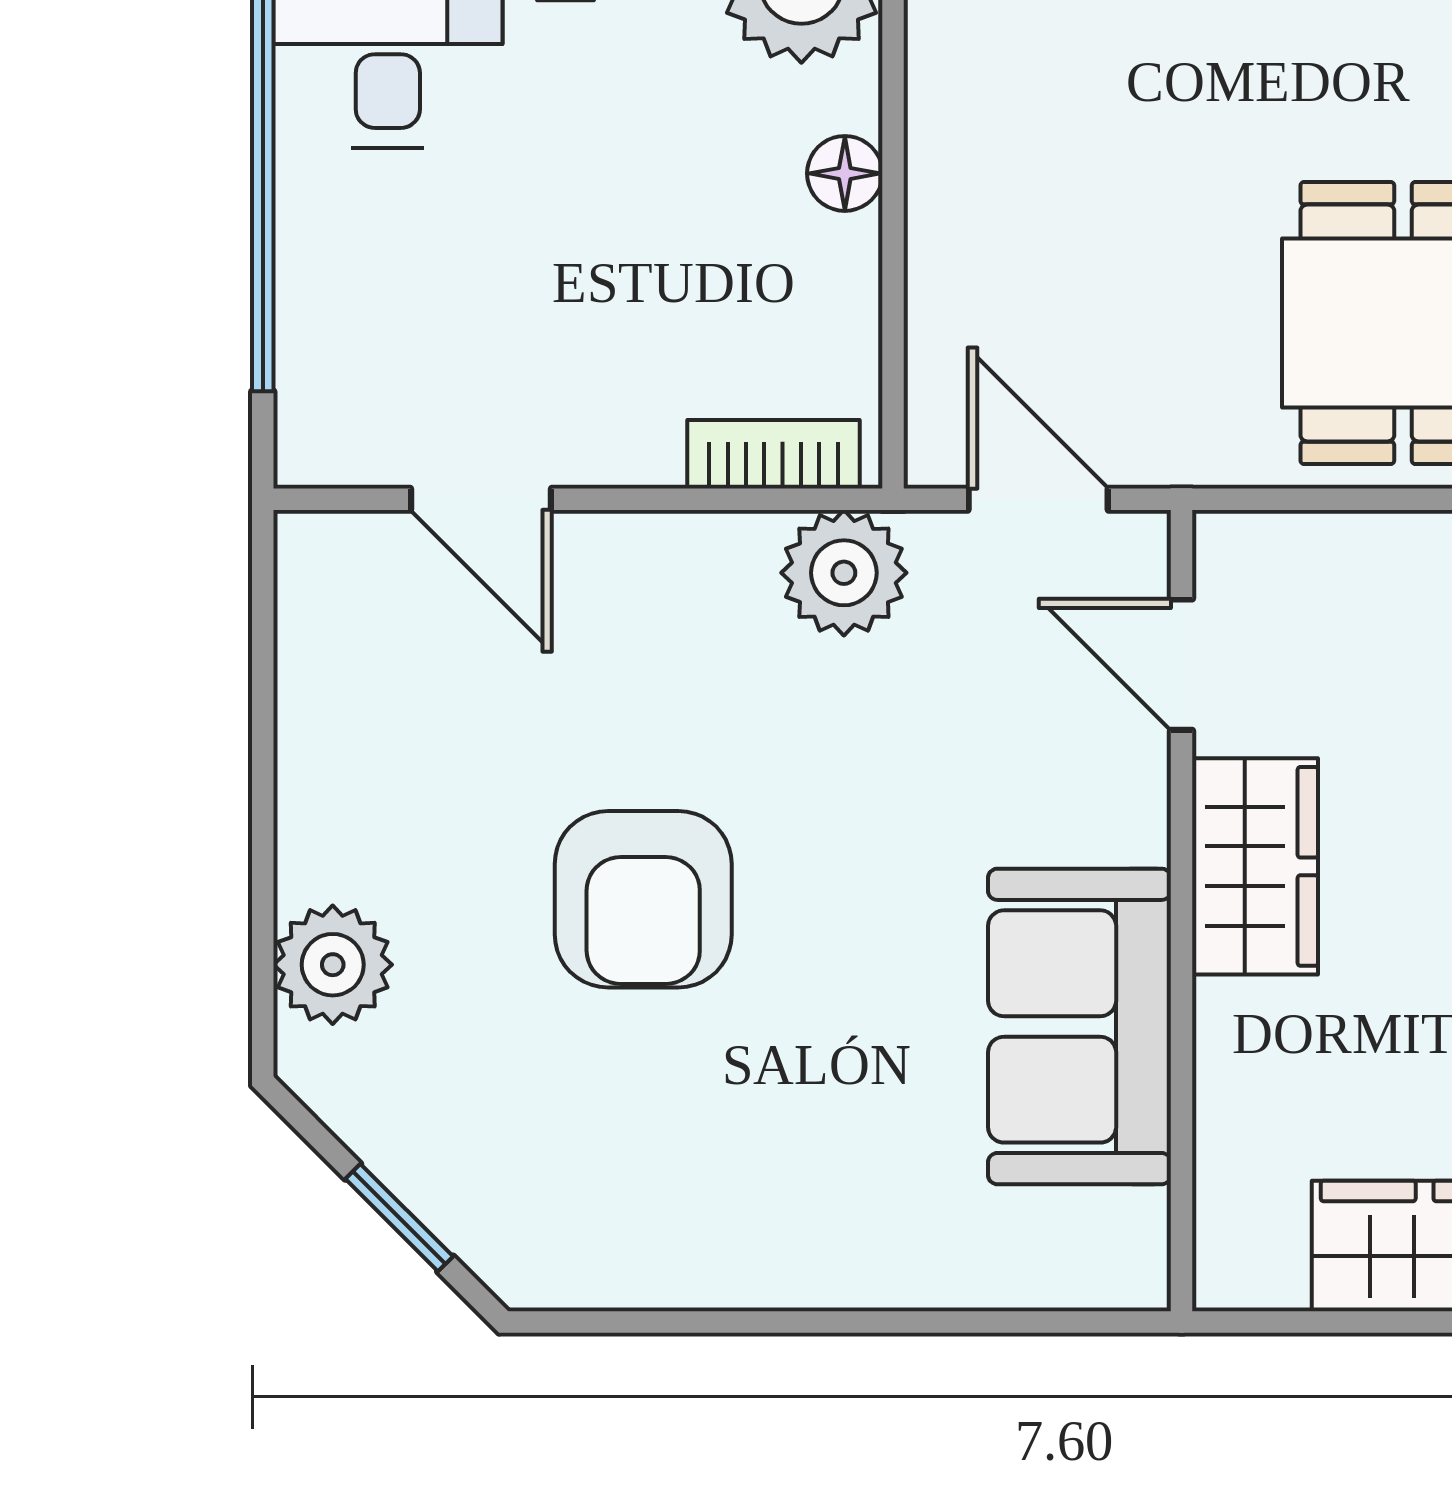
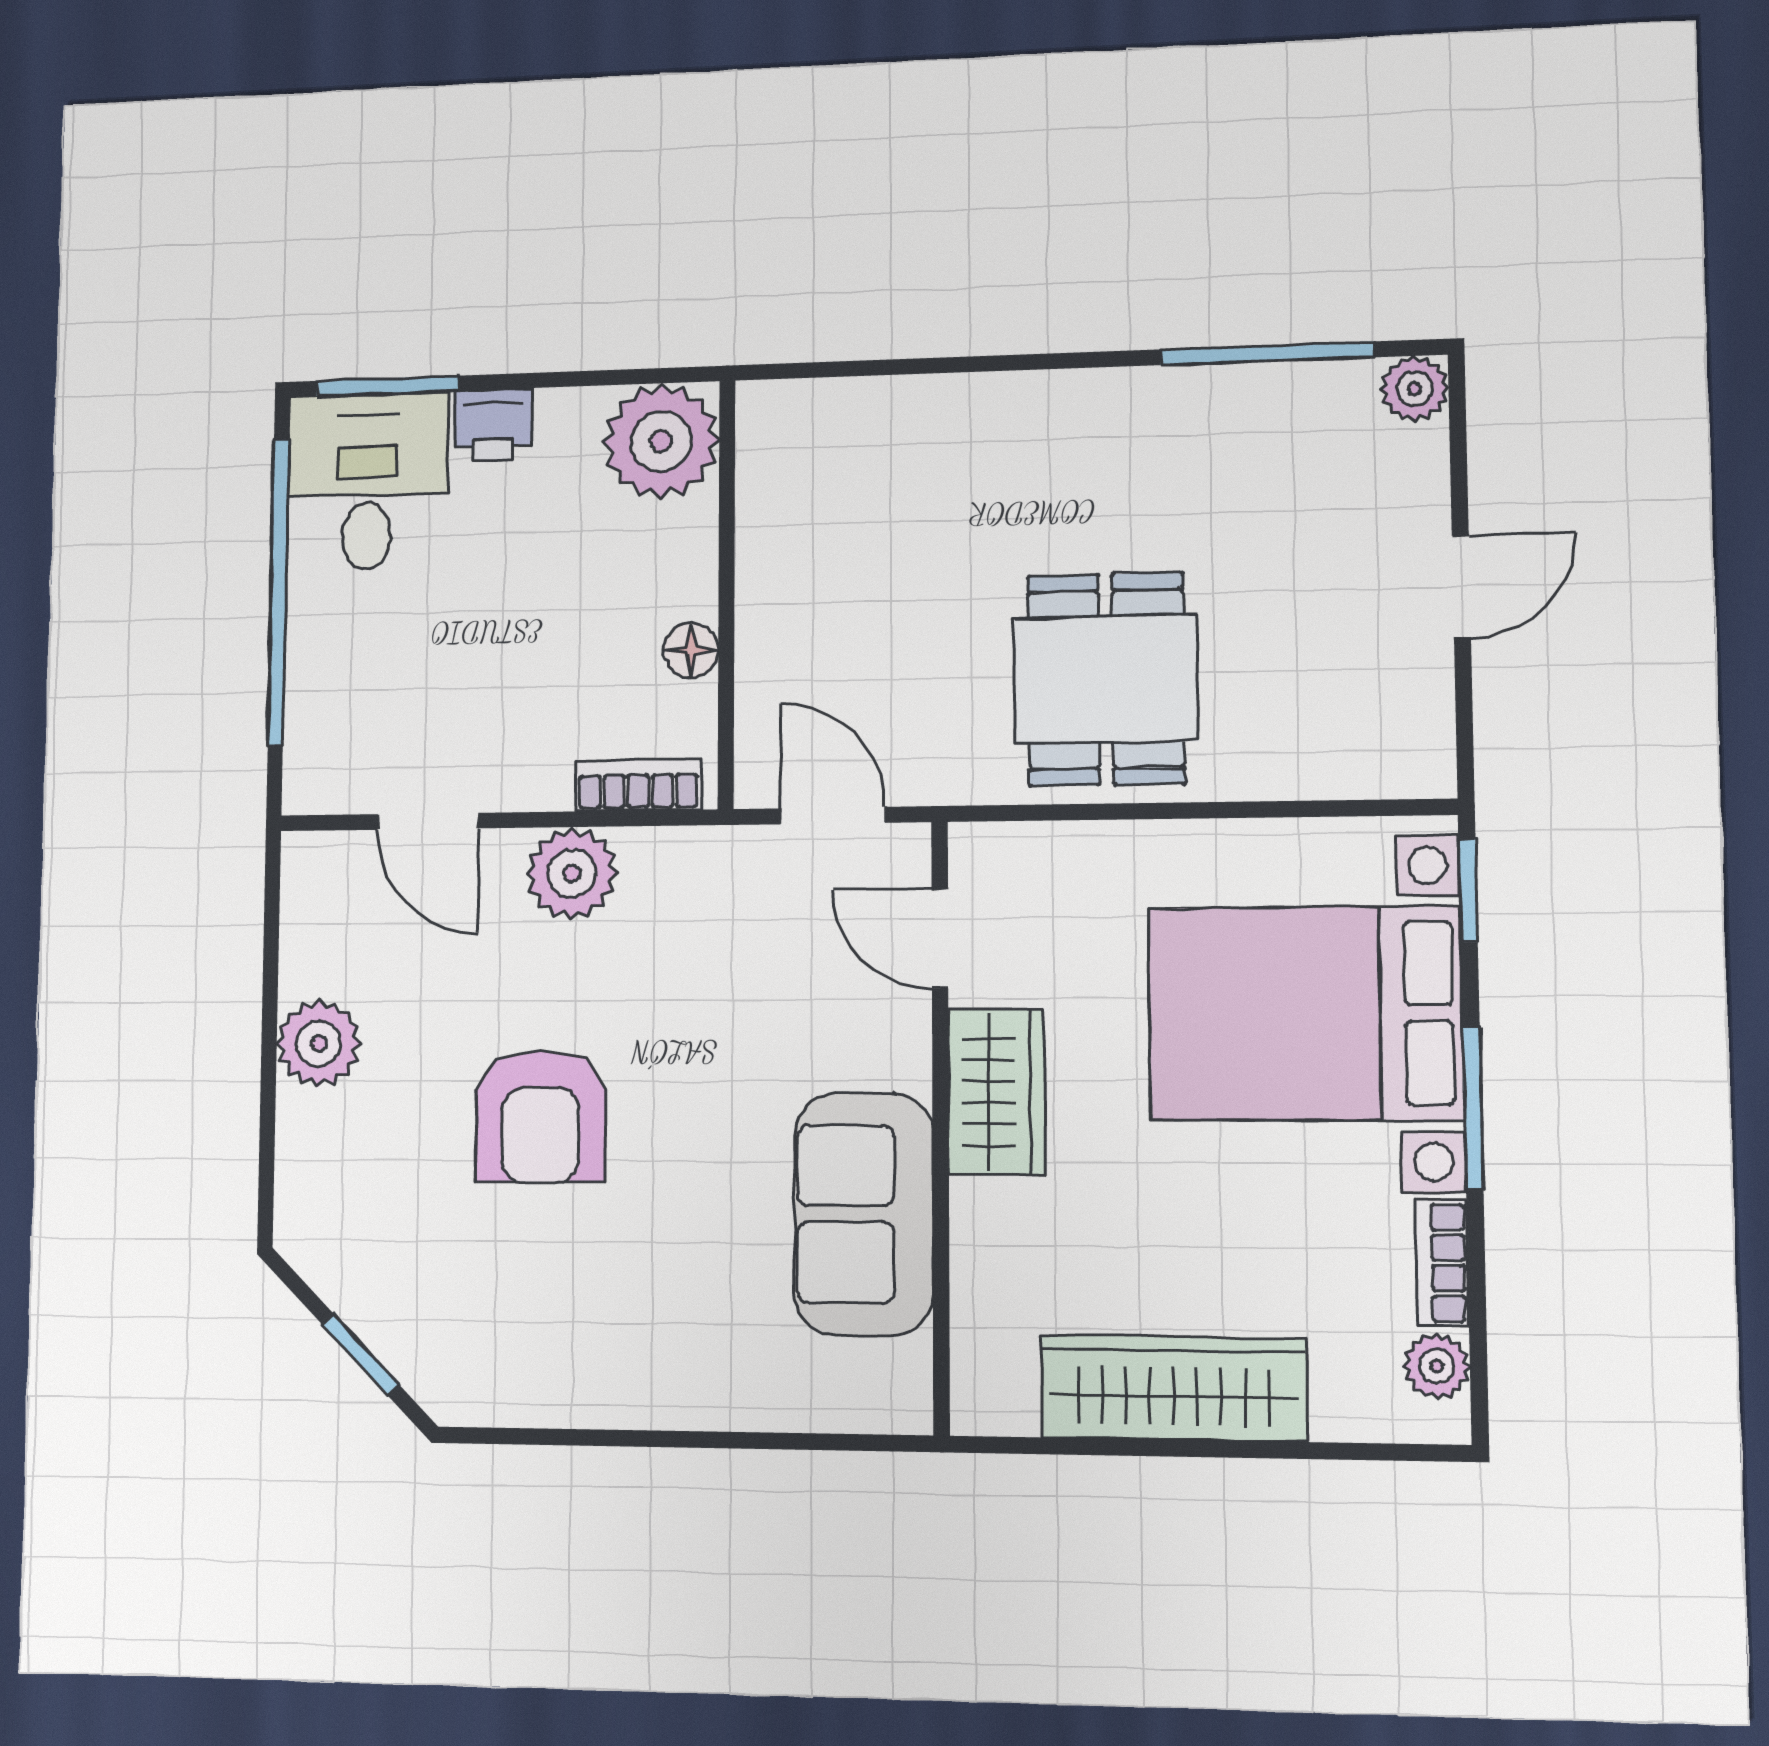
floor lamp: (845, 173) -> (691, 650), moved
plant: (844, 573) -> (572, 873), moved
plant: (333, 965) -> (319, 1043), moved

